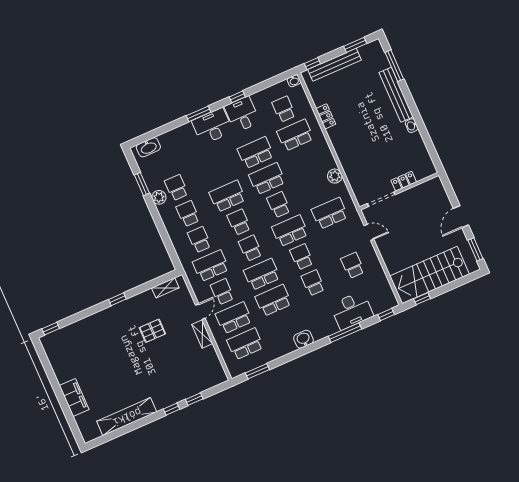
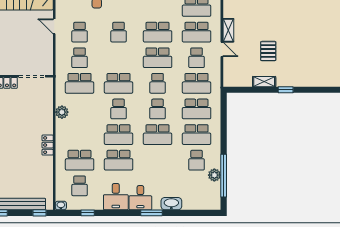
window: (237, 97) -> (88, 213), moved
locker: (326, 116) -> (48, 145), moved
desk: (212, 126) -> (140, 198), width x0.73
washbasin: (148, 147) -> (171, 204), moved
window: (142, 184) -> (224, 176), width x2.11
plant: (159, 197) -> (214, 175), moved
school desk: (188, 214) -> (197, 135), width x1.85
door: (369, 232) -> (54, 26), moved
school desk: (199, 240) -> (197, 109), width x1.85
school desk: (302, 257) -> (80, 58), moved
shelving: (165, 288) -> (264, 82), moved
door: (200, 312) -> (222, 49), swing flipped
pallet: (152, 331) -> (268, 51), turned 90

